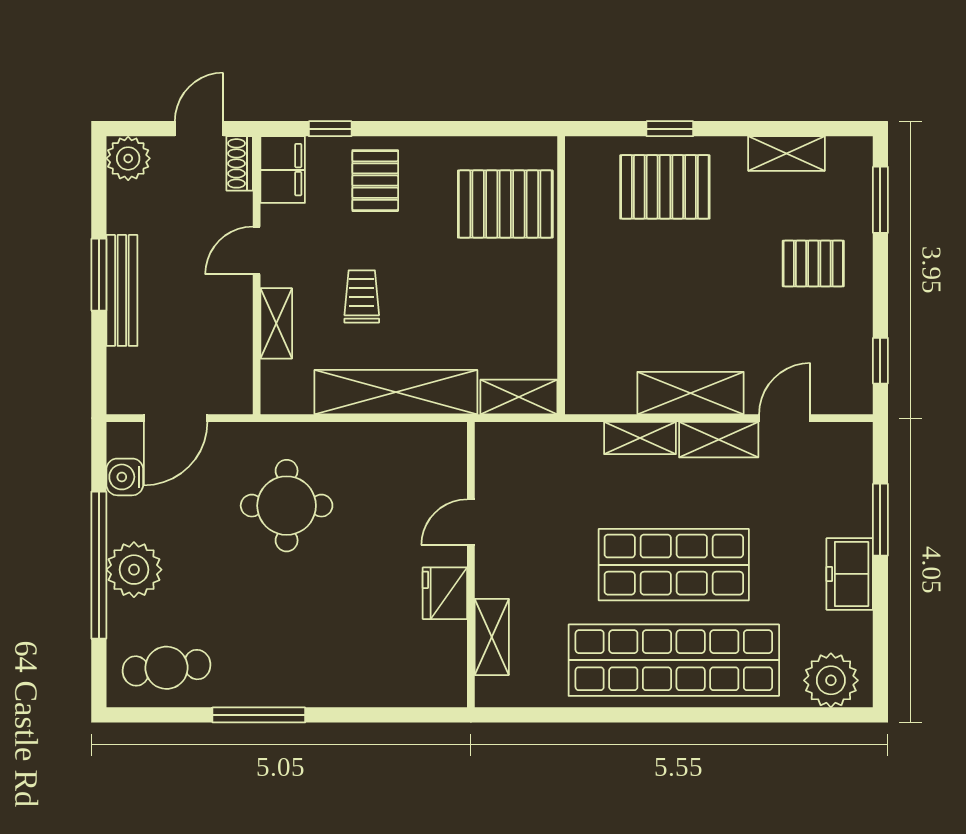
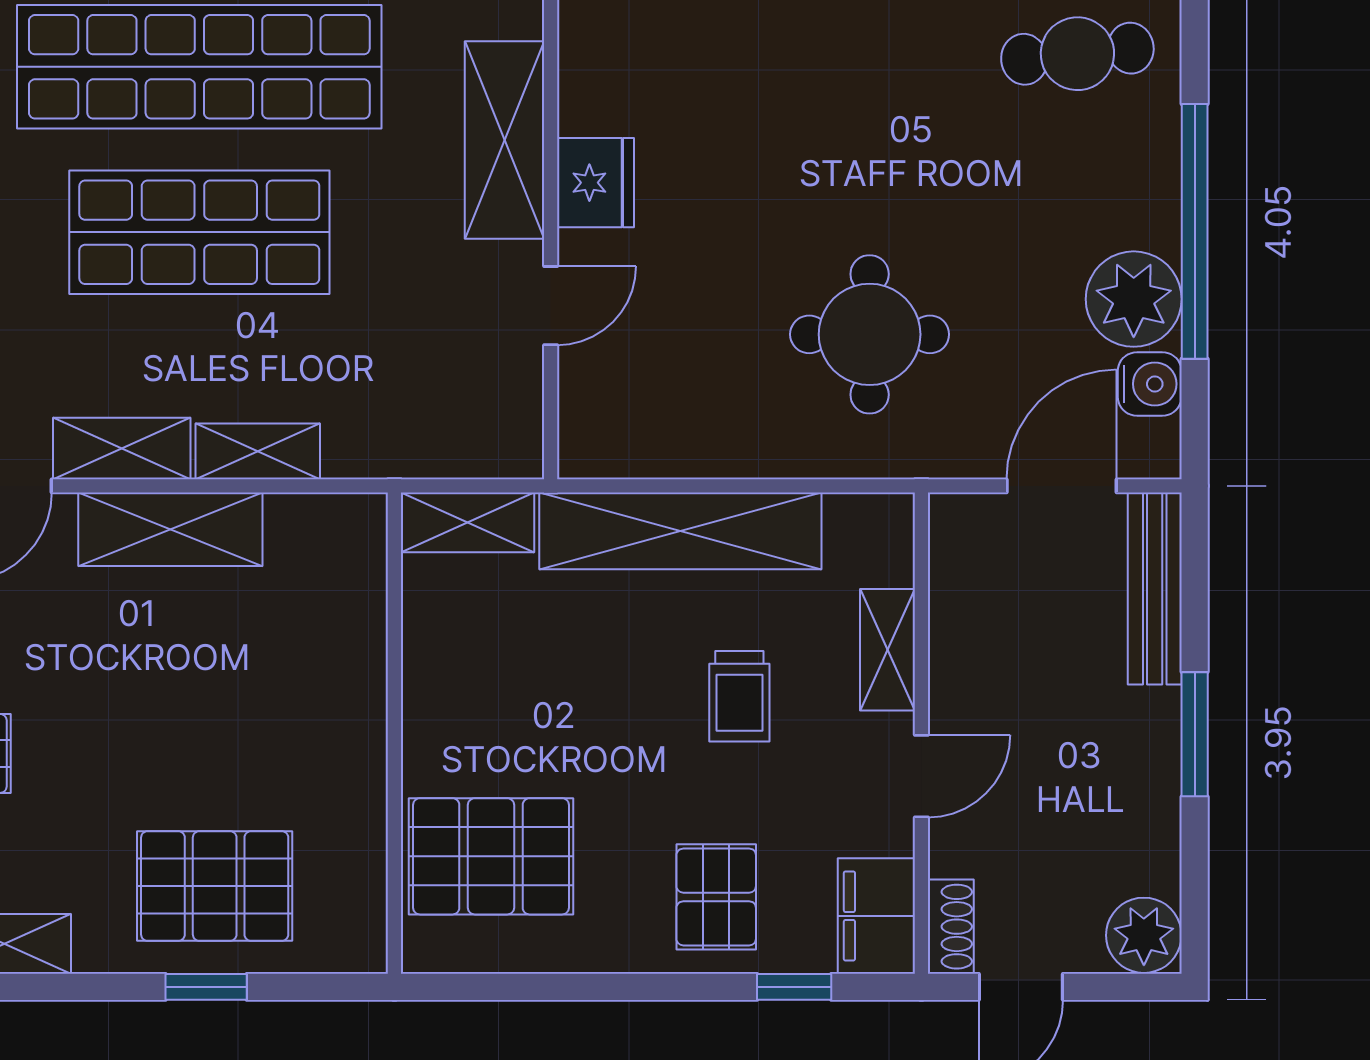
bench: (122, 290) -> (1155, 588), moved
plant: (134, 570) -> (1134, 299), moved
shelving: (492, 637) -> (505, 140), width x1.50, depth x1.33

